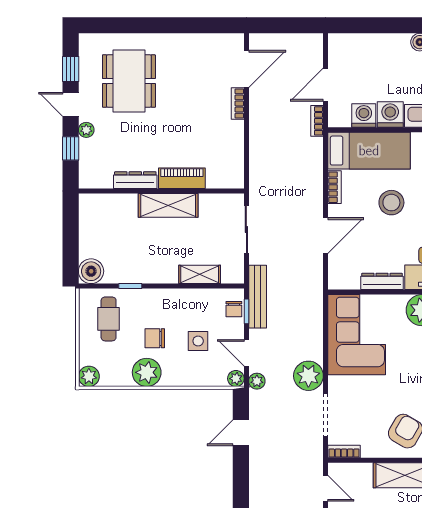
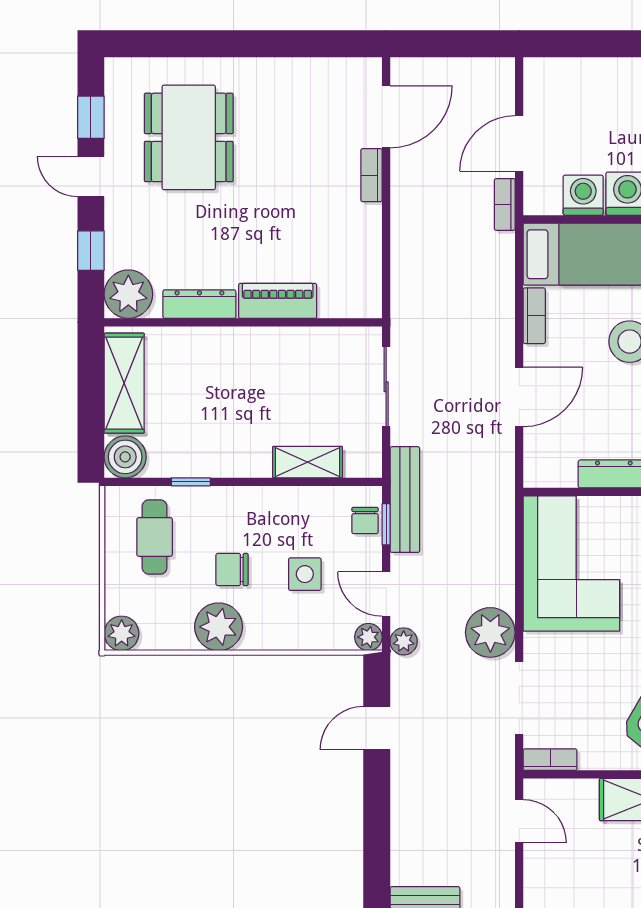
plant: (86, 130) -> (128, 294), moved, width x1.88, depth x1.88
shelving: (168, 205) -> (124, 383), moved, turned 90

